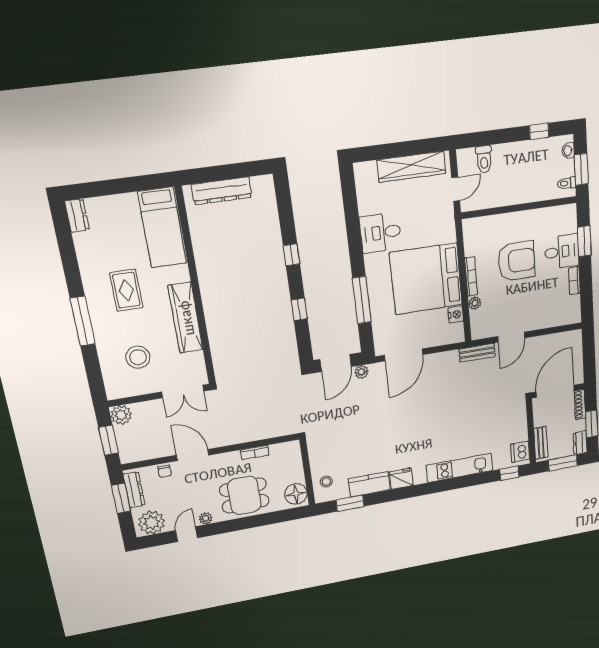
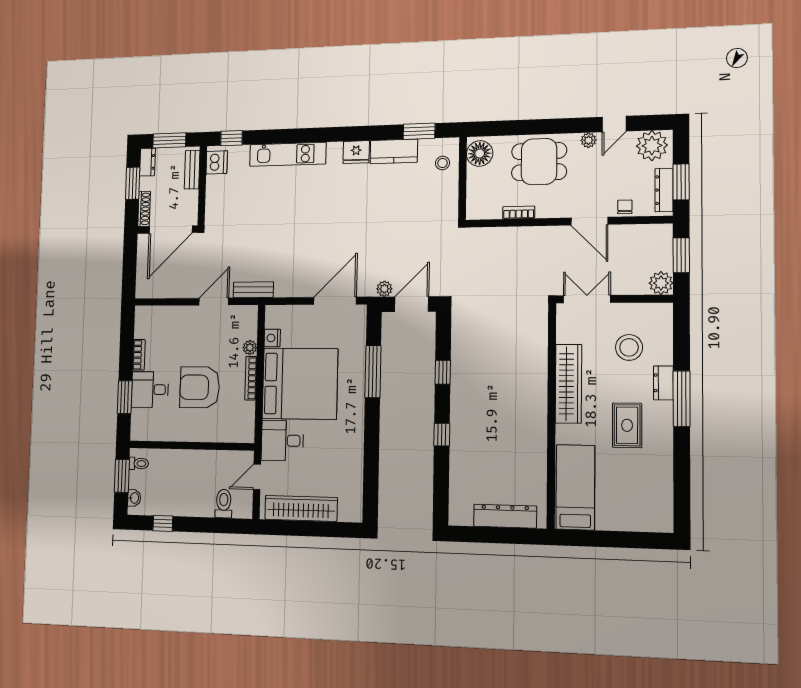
dresser: (77, 216) -> (663, 383), moved
desk: (381, 233) -> (282, 441), moved, turned 180

